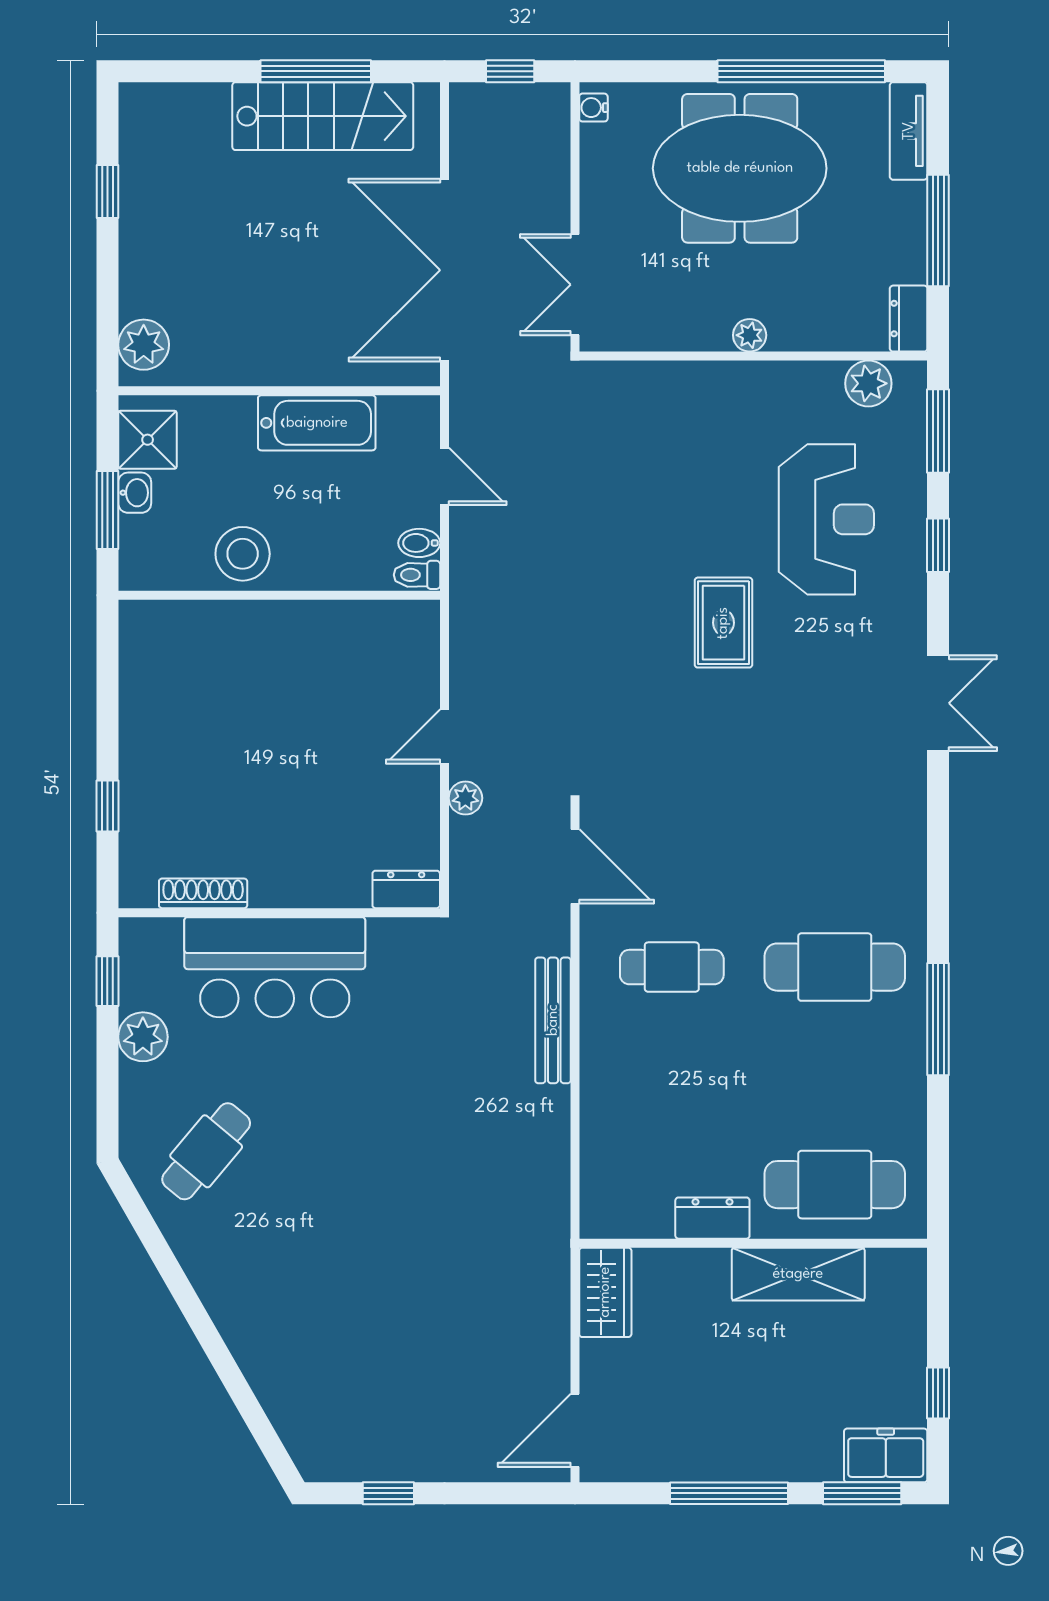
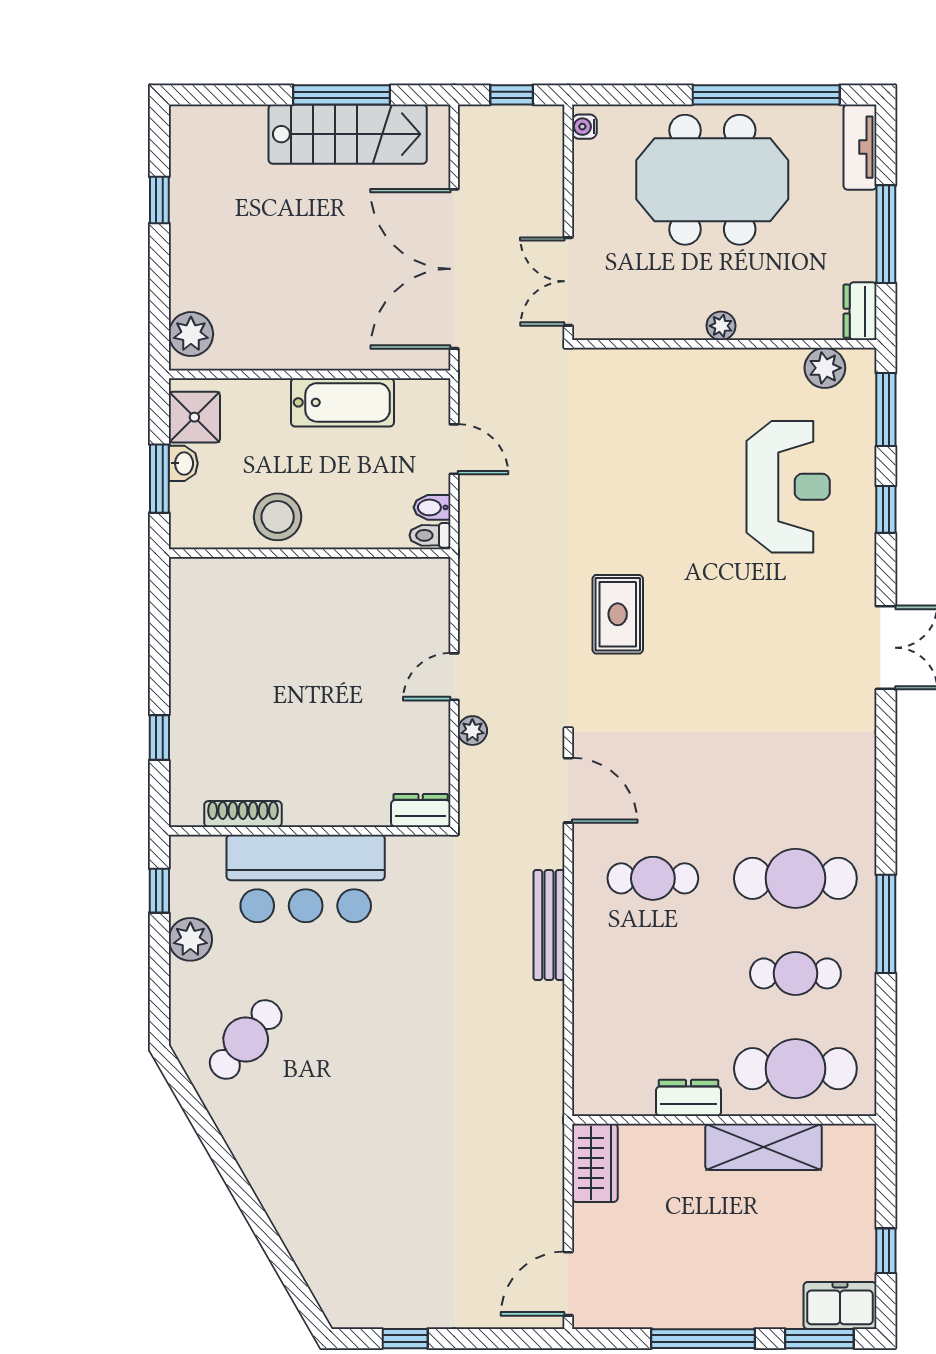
rug: (723, 623) -> (618, 614), moved
cafe table: (835, 1076) -> (795, 973), added

